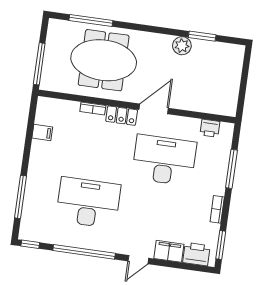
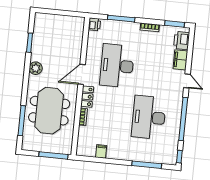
plant: (182, 46) -> (36, 68), moved
door: (154, 109) -> (82, 74), hinge flipped
printer: (210, 128) -> (94, 24), moved

